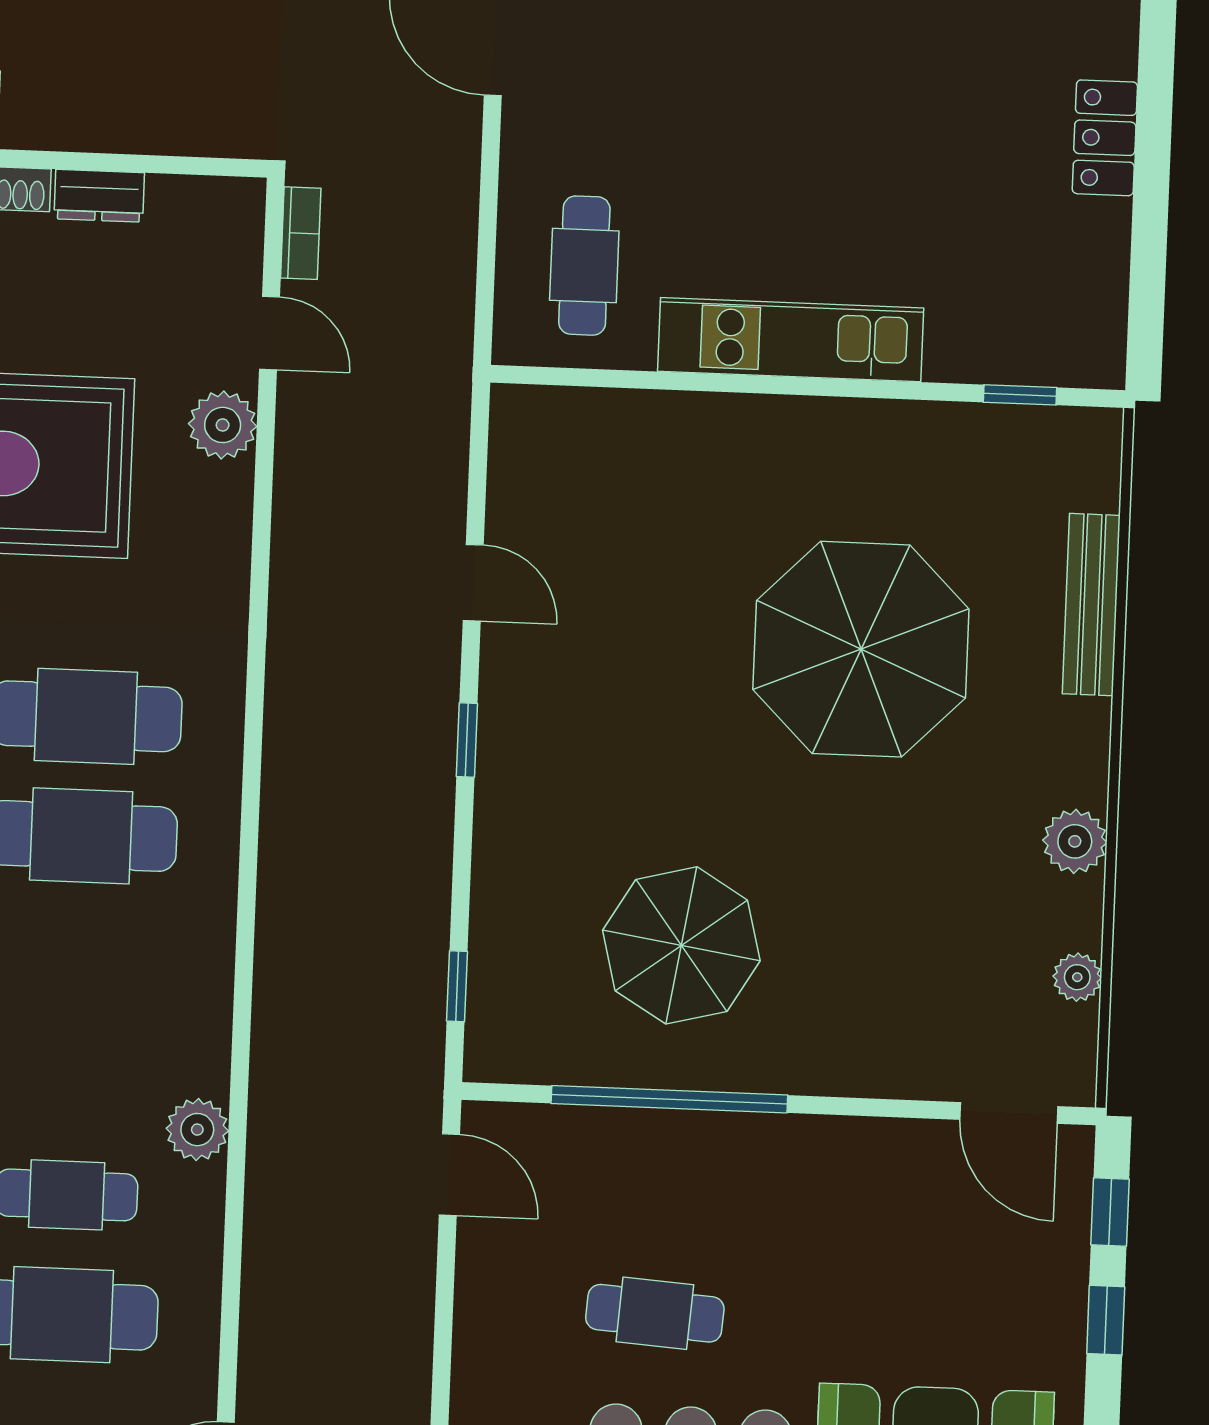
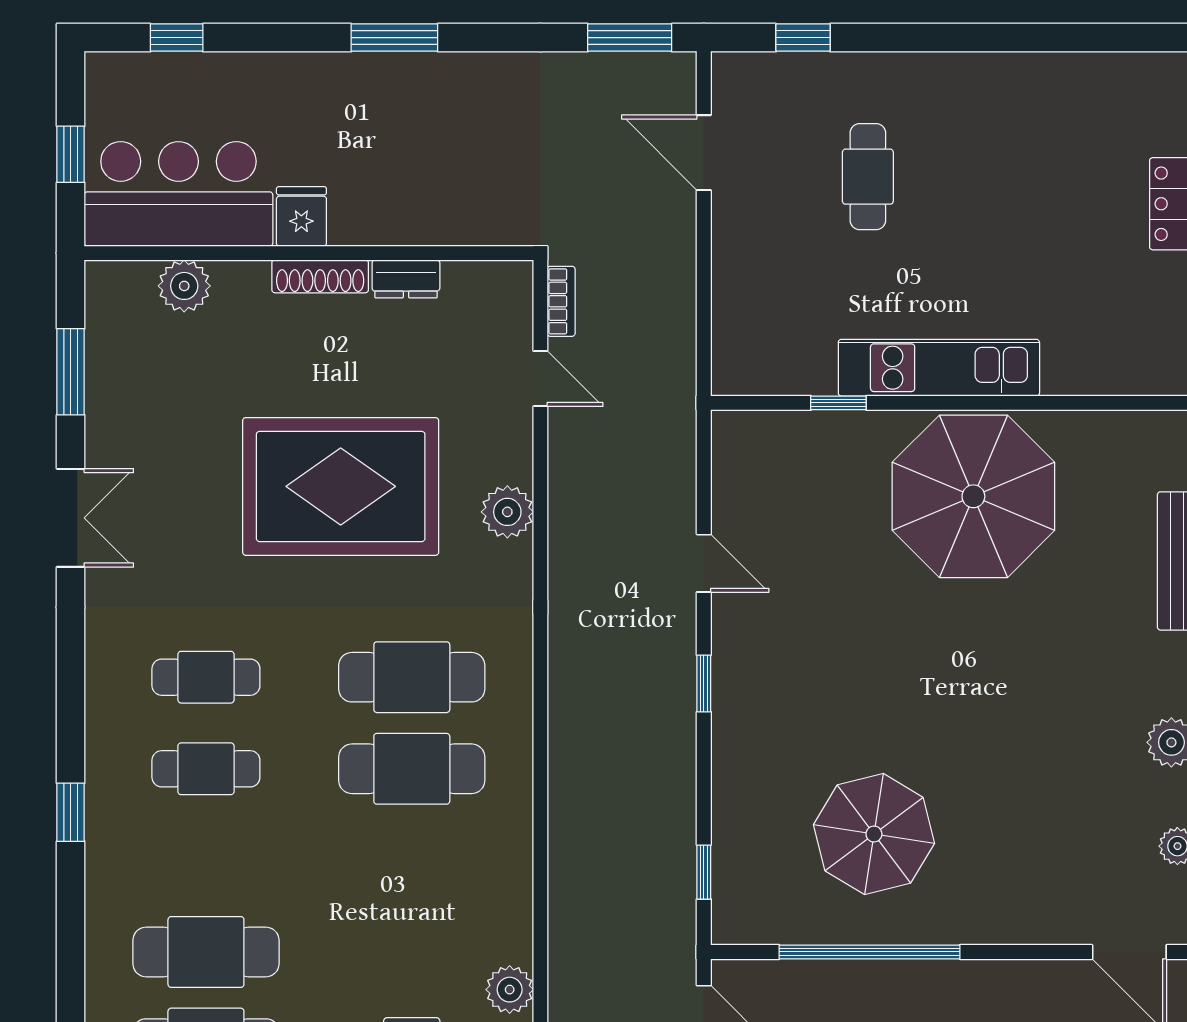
cafe table: (584, 266) -> (868, 177), moved
window: (1020, 395) -> (838, 403), moved
plant: (223, 425) -> (507, 512), moved
parasol: (861, 649) -> (973, 496), moved

